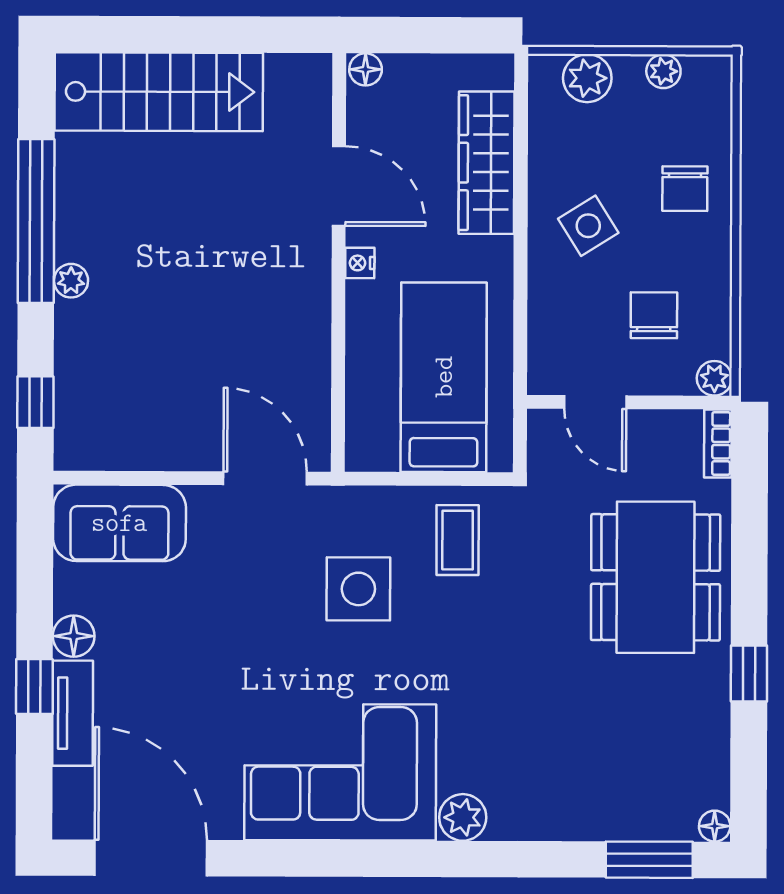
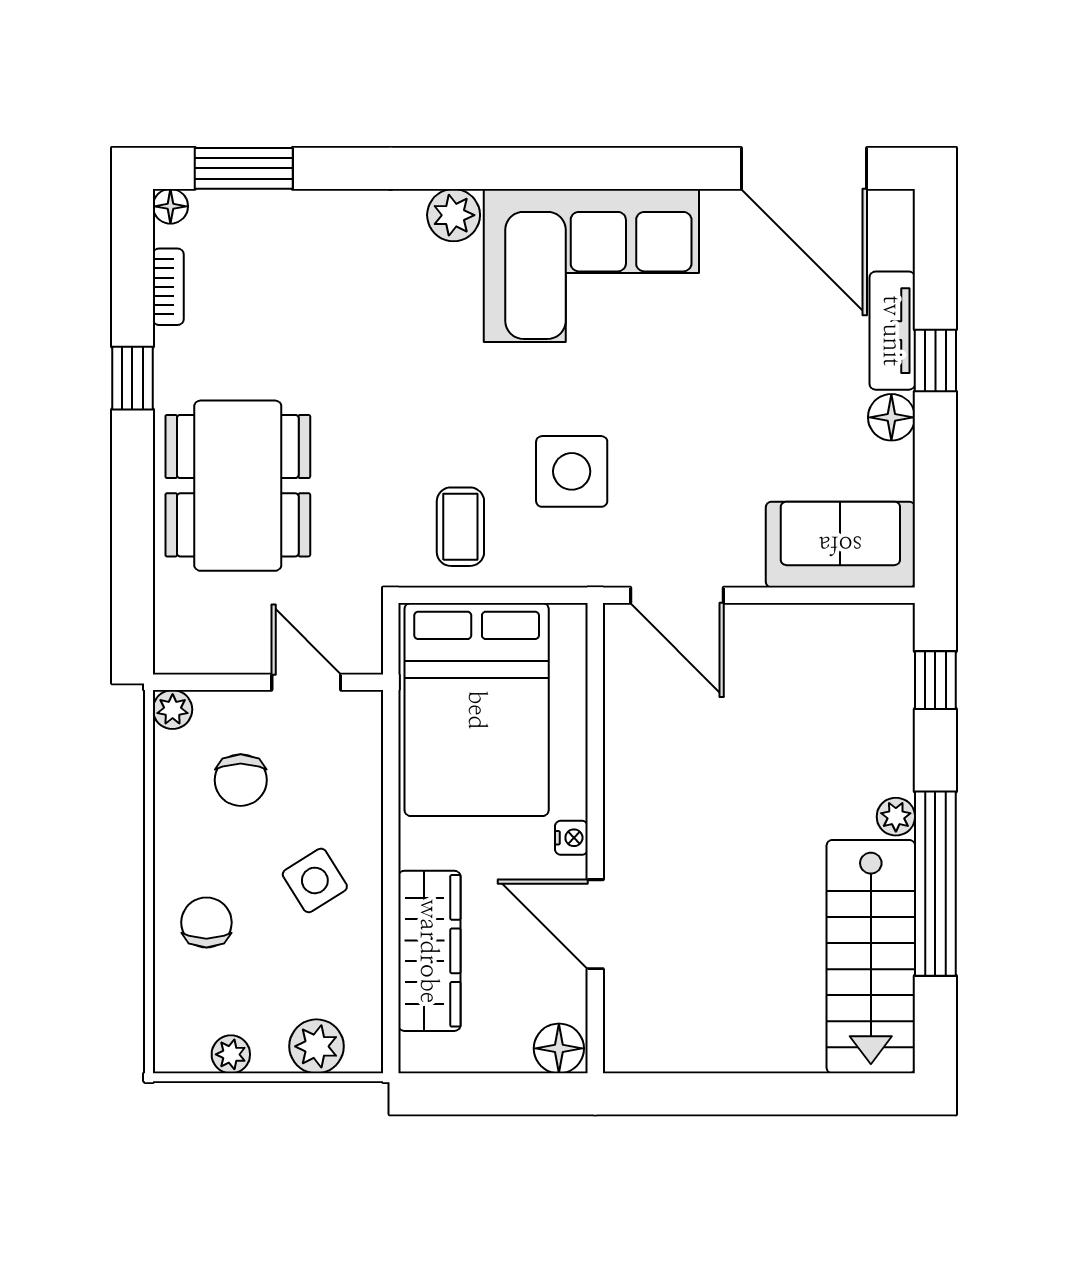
floor lamp: (366, 69) -> (559, 1048), width x1.37, depth x1.37
stairs: (159, 92) -> (871, 957), moved, turned -90
bed: (444, 377) -> (477, 710), width x1.50
bookcase: (718, 443) -> (168, 287), moved

